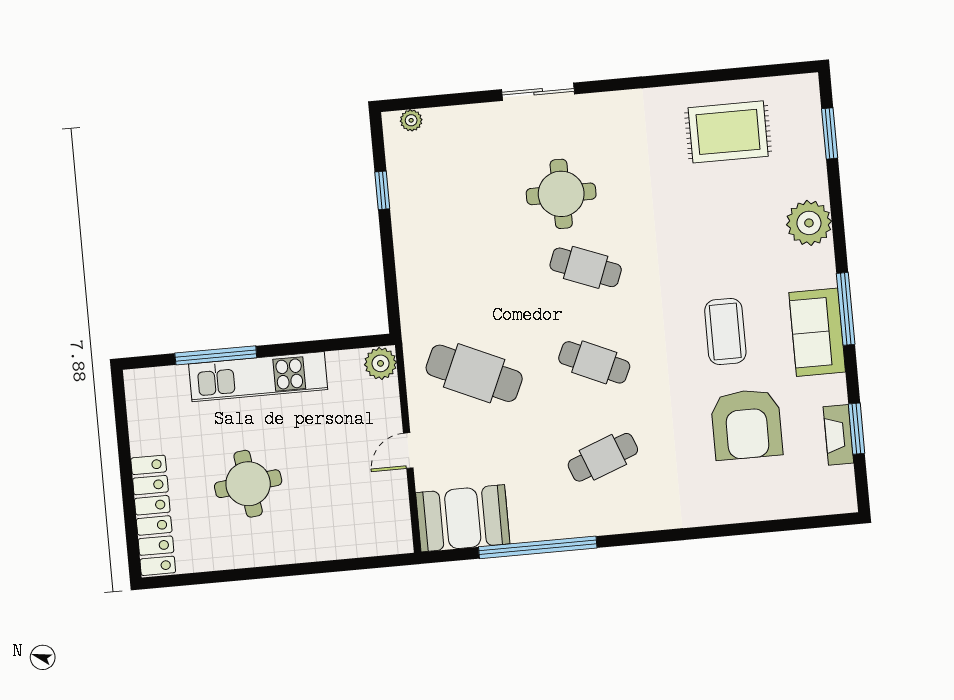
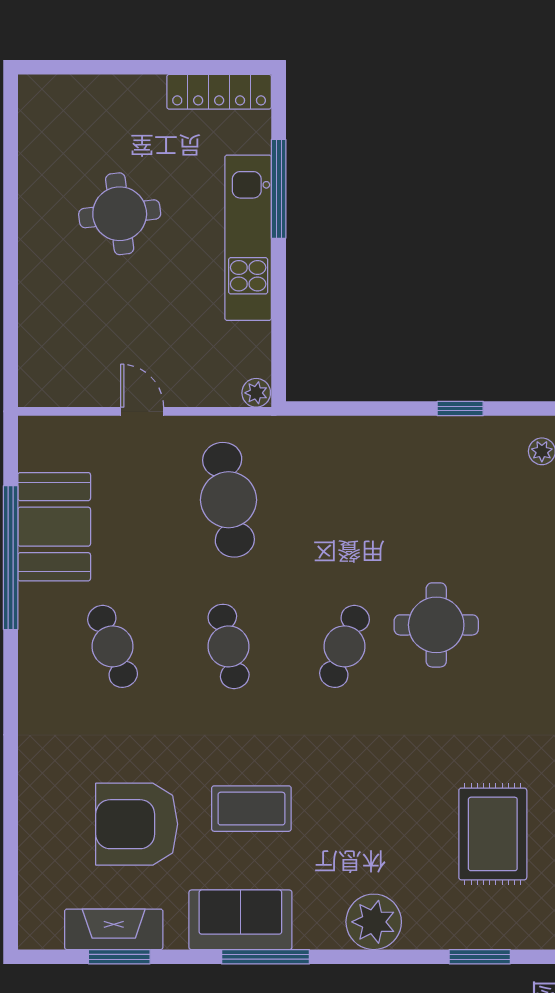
cafe table: (594, 362) -> (229, 646), turned -36
plant: (380, 363) -> (256, 393), width x0.73, depth x0.73
cafe table: (474, 373) -> (229, 500), turned -33
fireplace: (838, 435) -> (114, 929), width x1.37, depth x1.32
locker: (153, 515) -> (219, 92), moved, width x0.71, depth x0.83
booth: (463, 518) -> (54, 527), moved

